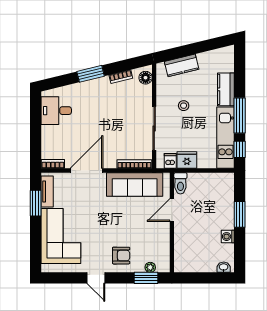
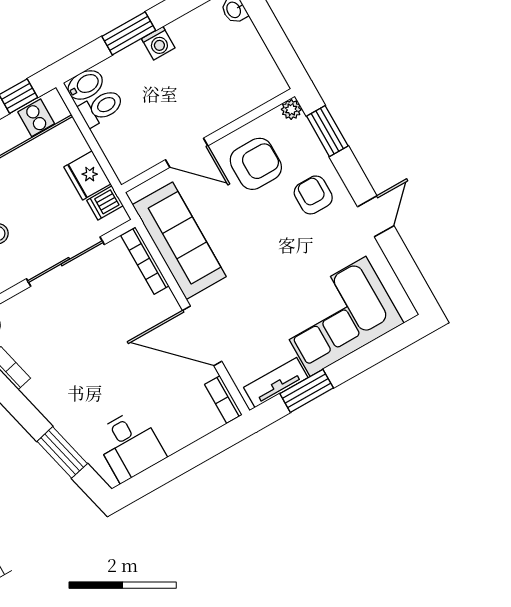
window: (91, 74) -> (62, 452), moved
bidet: (228, 182) -> (85, 85), added
toilet: (180, 183) -> (101, 108), moved
washing machine: (228, 237) -> (158, 43), moved
armchair: (149, 238) -> (256, 164), added
plant: (150, 267) -> (291, 110), moved

